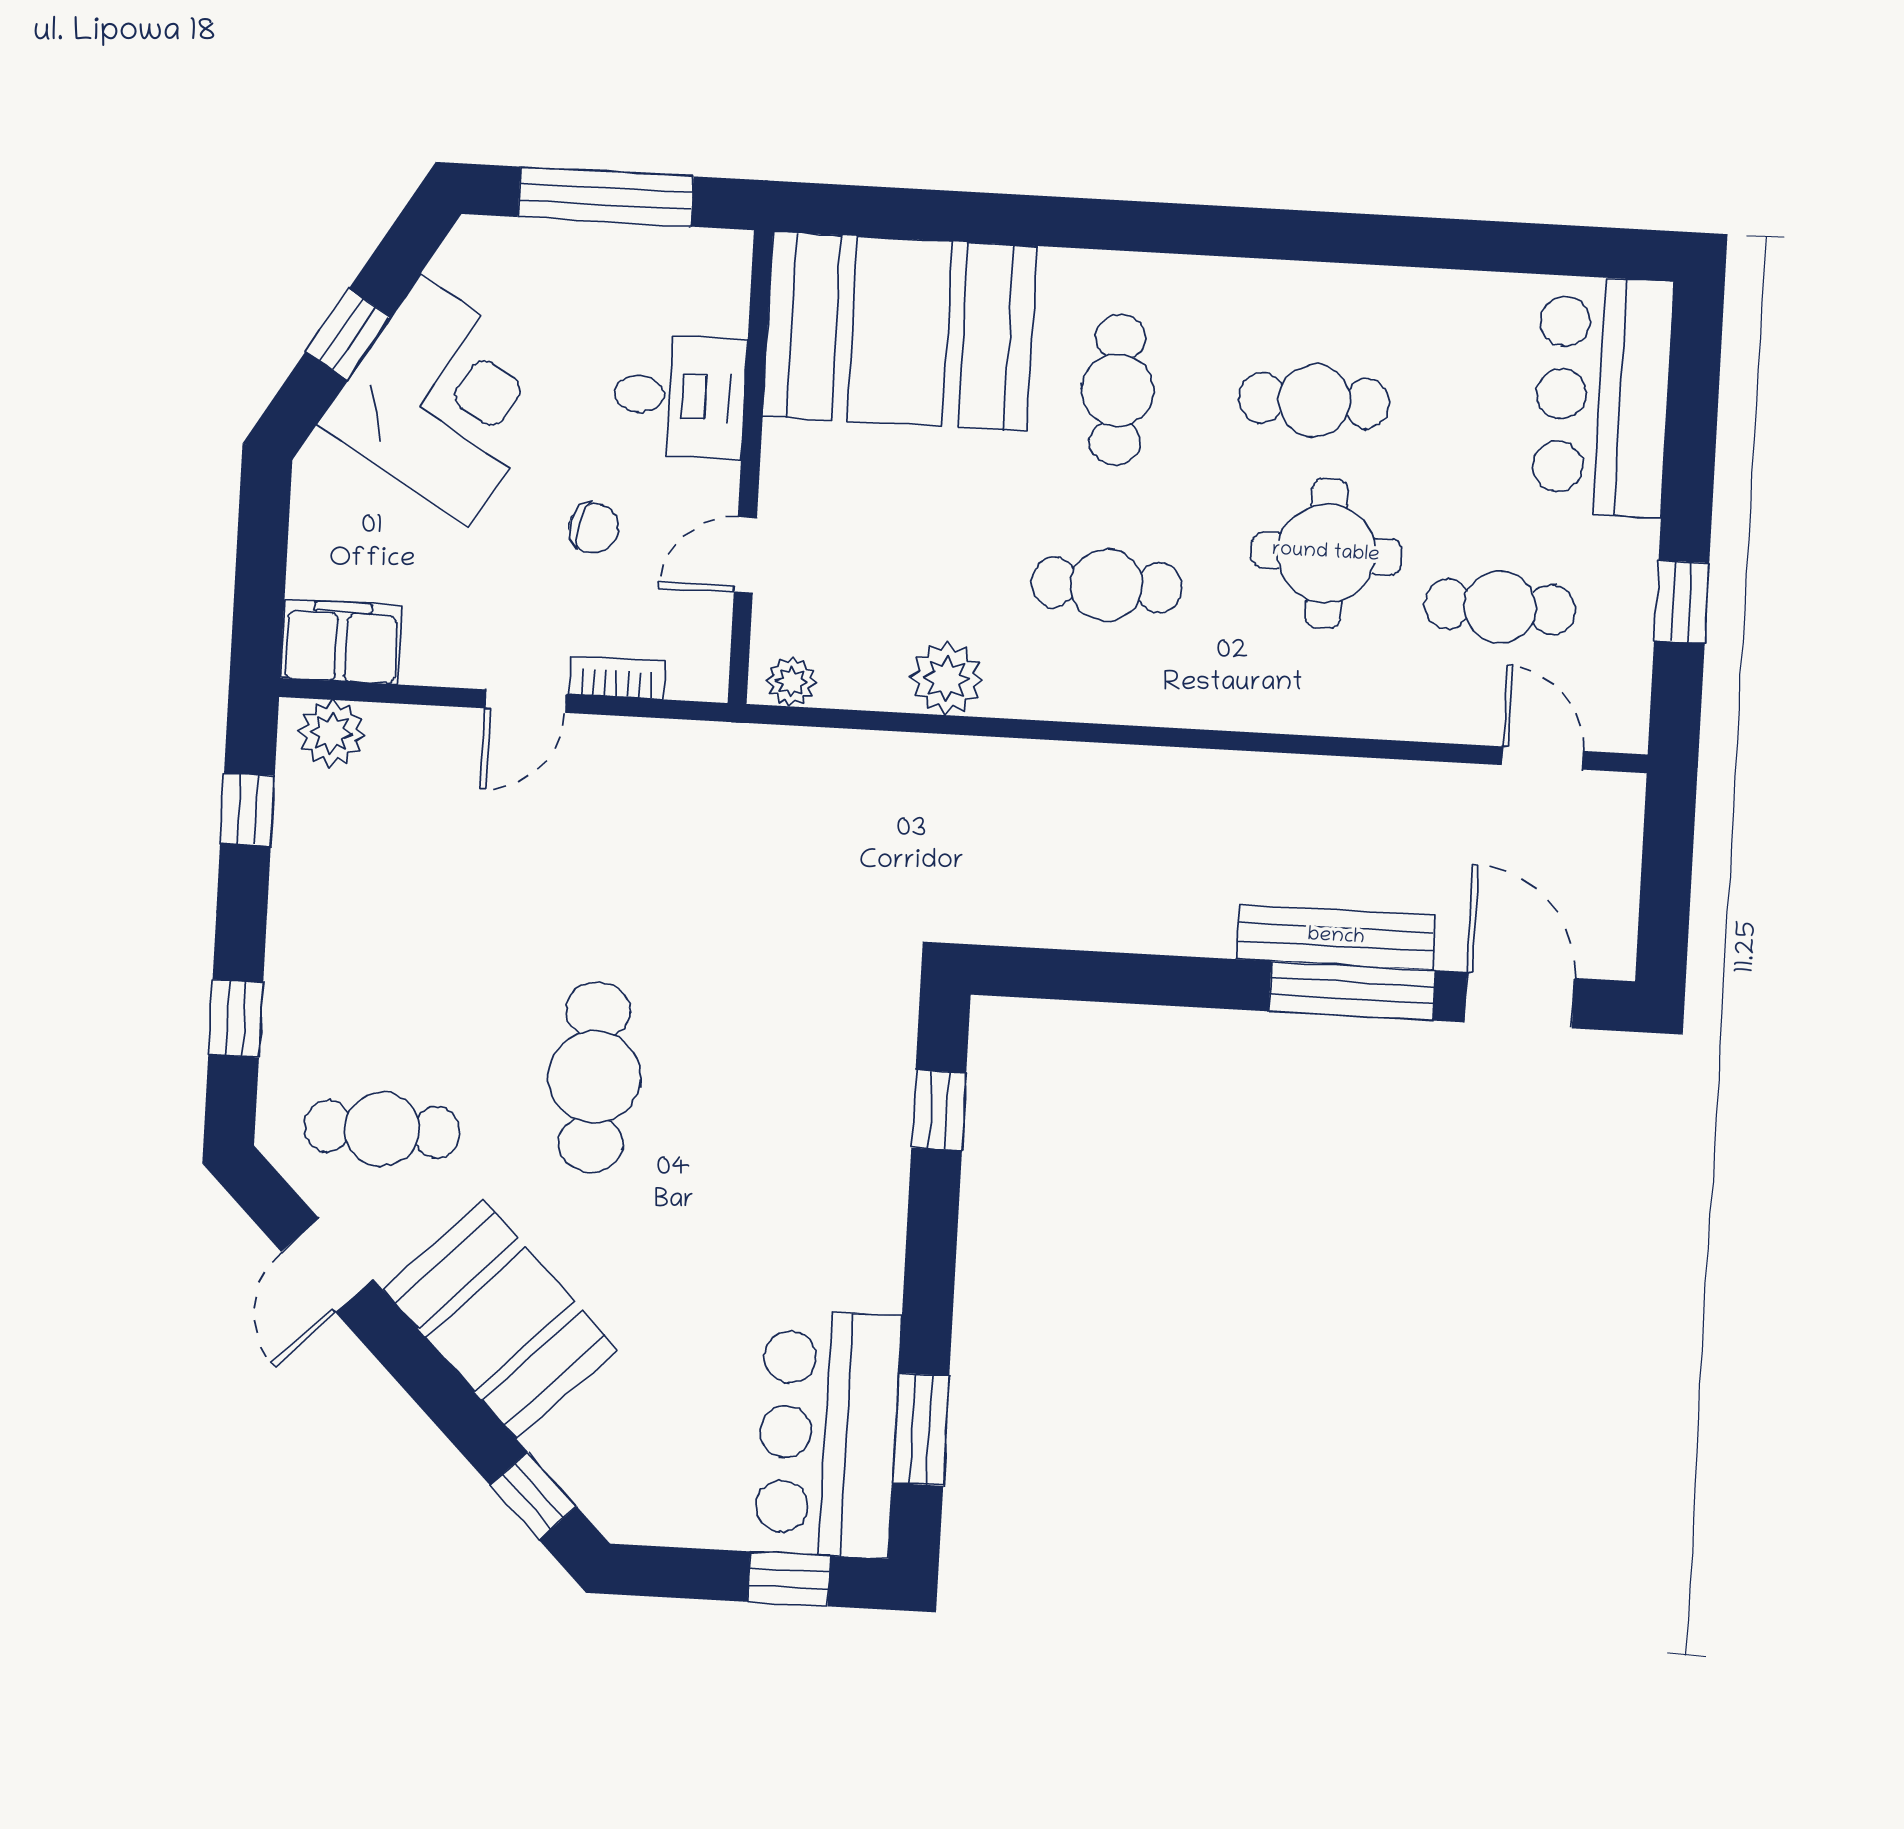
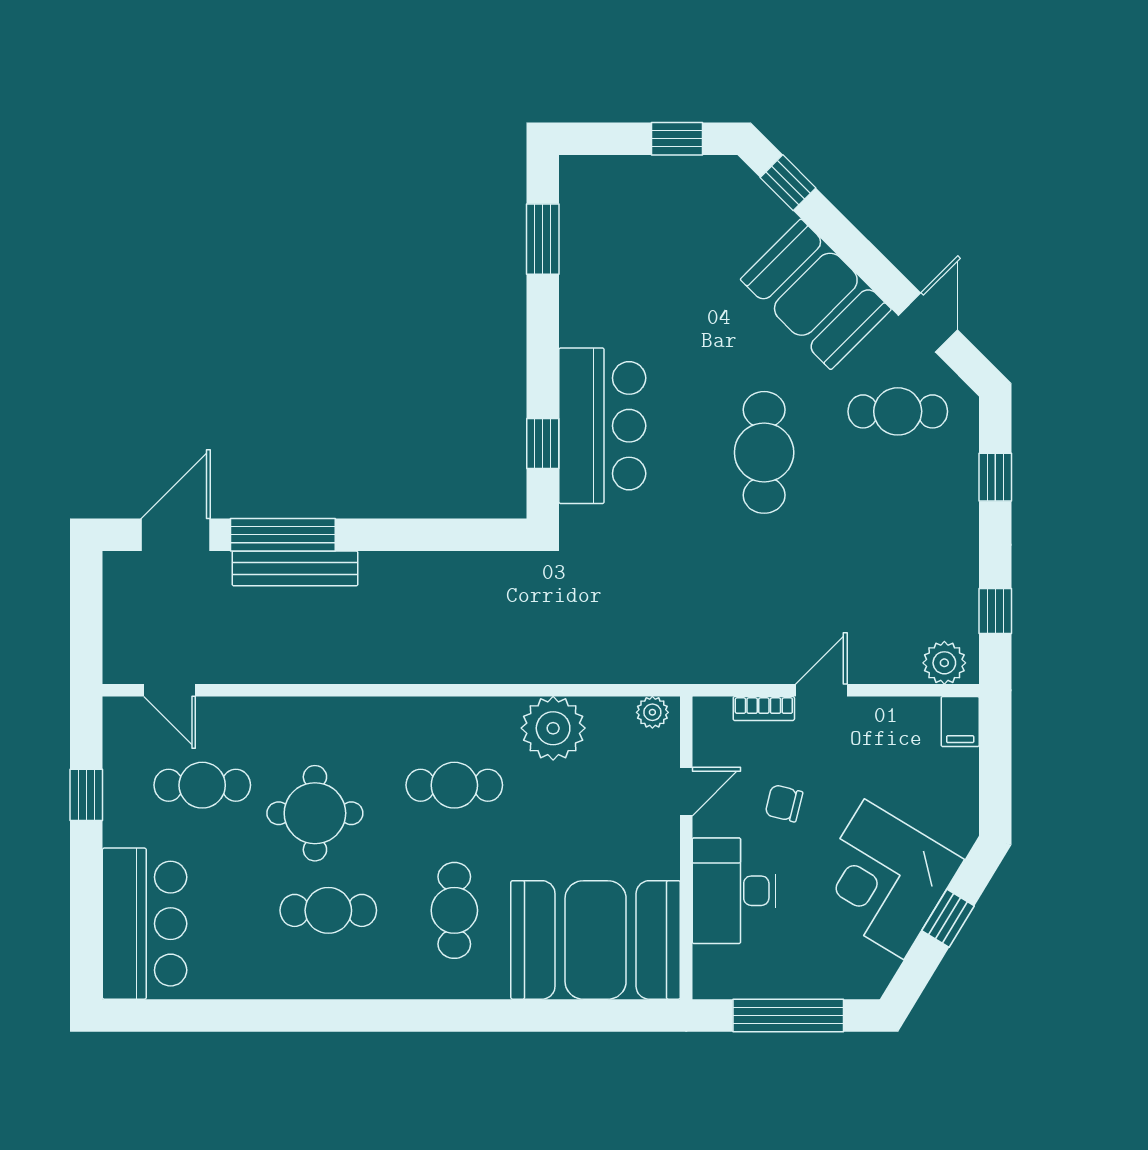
desk: (680, 396) -> (734, 891), width x1.37
filing cabinet: (341, 642) -> (960, 722), width x0.50
plant: (947, 679) -> (553, 728), width x1.36, depth x1.36
door: (1519, 1000) -> (176, 535), swing flipped
bar counter: (828, 1434) -> (602, 426), moved
window: (789, 1579) -> (677, 139), moved

